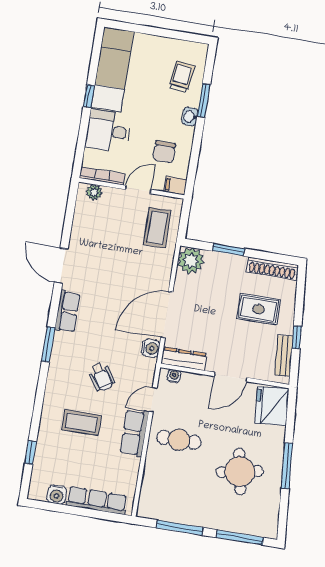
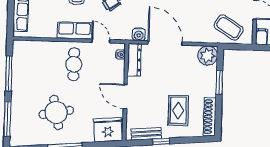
coffee table: (157, 228) -> (229, 27), turned 32

